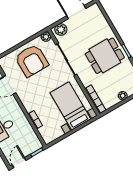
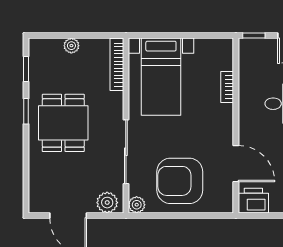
dining table: (105, 56) -> (63, 123), turned 90
armchair: (32, 61) -> (180, 181), turned -90

